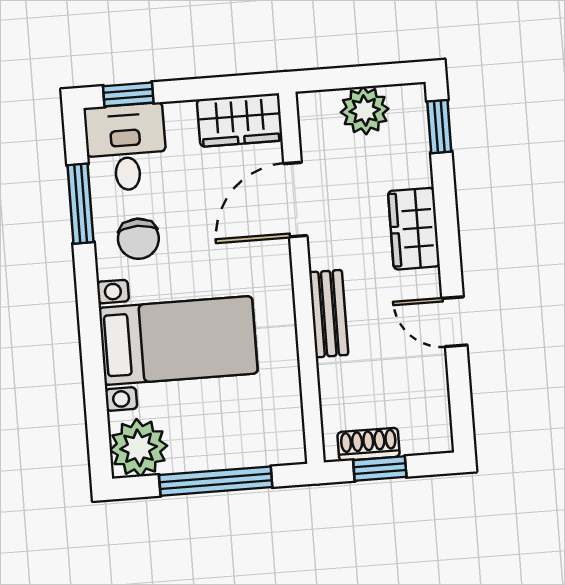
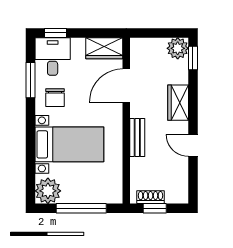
plant: (365, 111) -> (178, 48), moved

